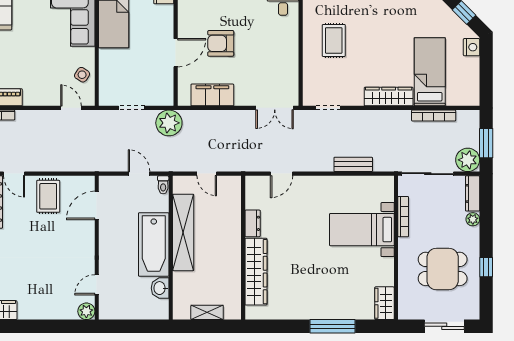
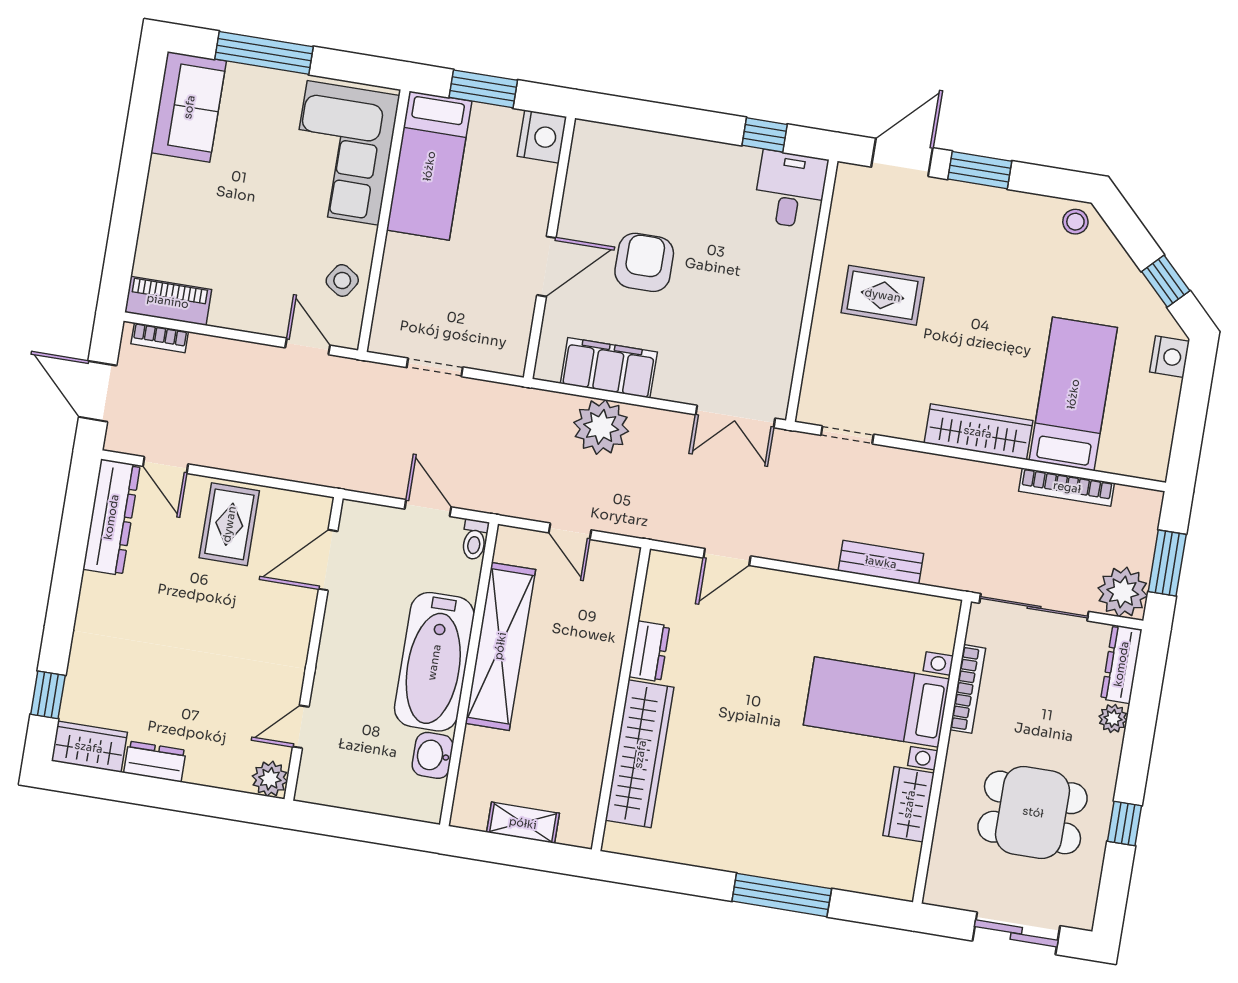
rug: (334, 40) -> (883, 295), turned 90
armchair: (221, 43) -> (644, 262), turned 90
plant: (169, 123) -> (601, 427), moved
wardrobe: (384, 303) -> (909, 804), moved
dresser: (32, 312) -> (155, 762), added

